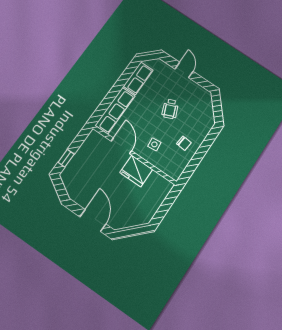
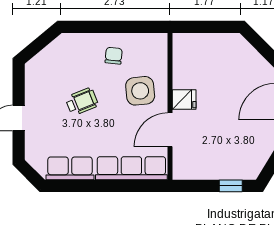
side table: (154, 144) -> (140, 91), width x1.87, depth x1.87
fridge: (136, 171) -> (184, 100), width x0.53, depth x0.75

